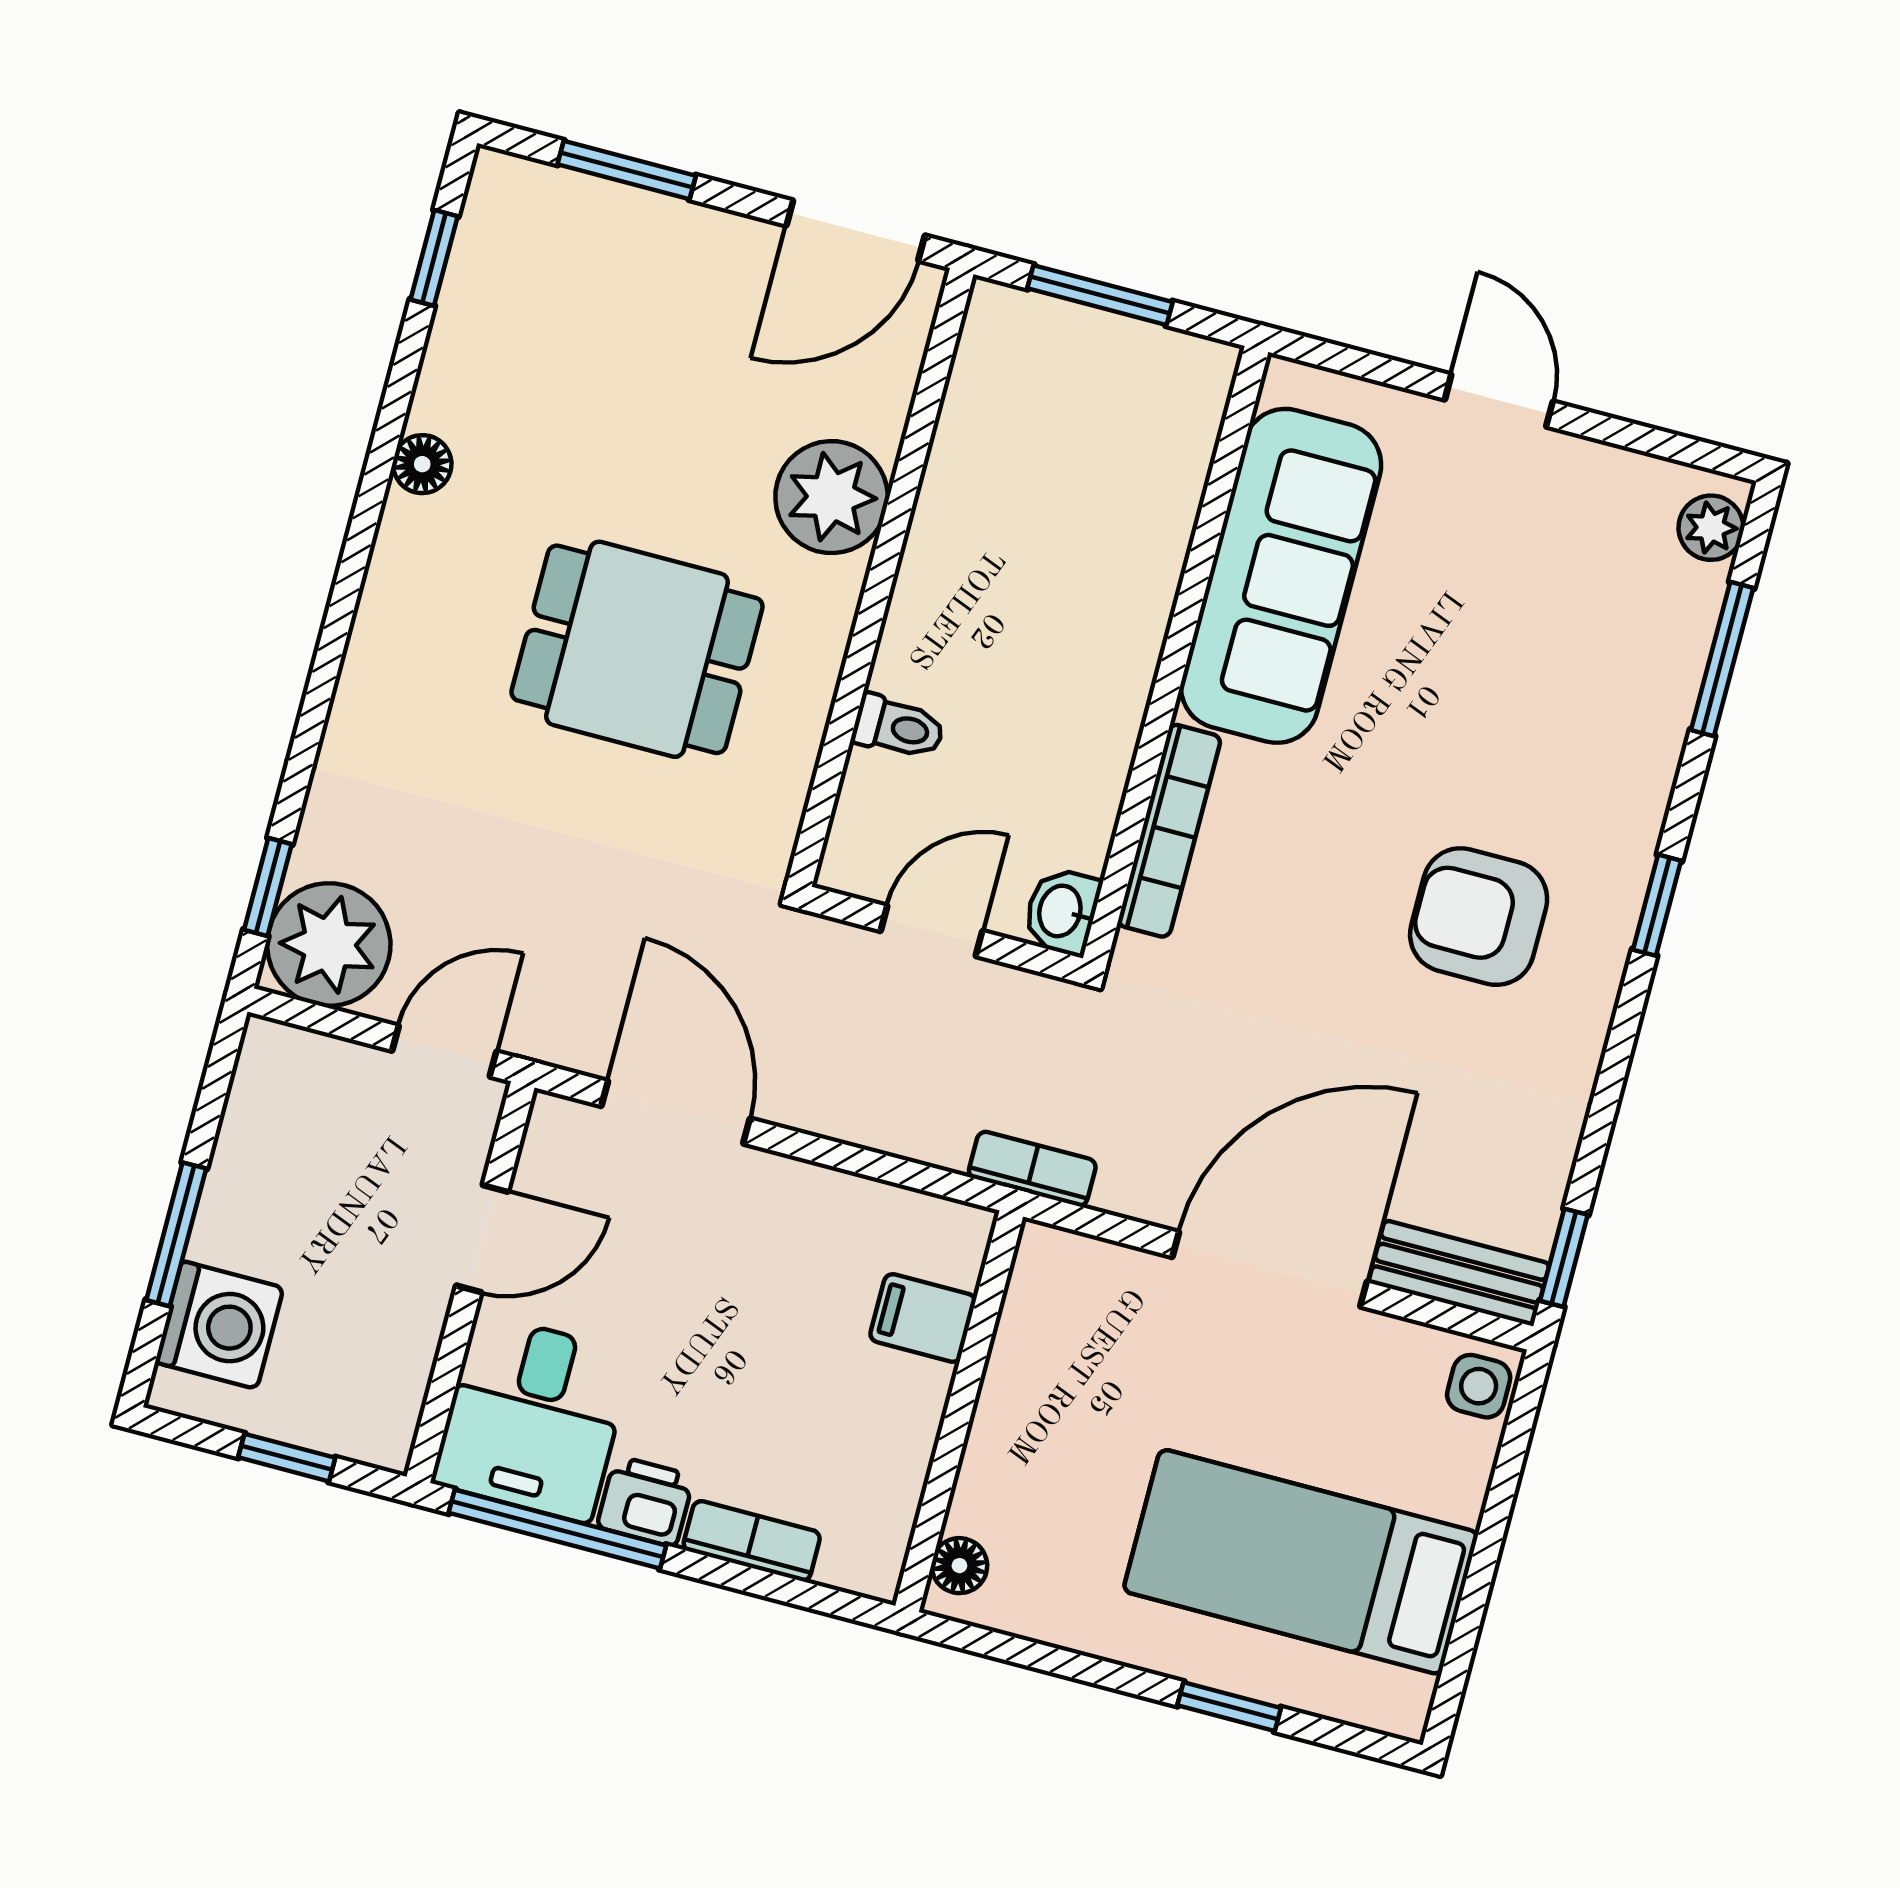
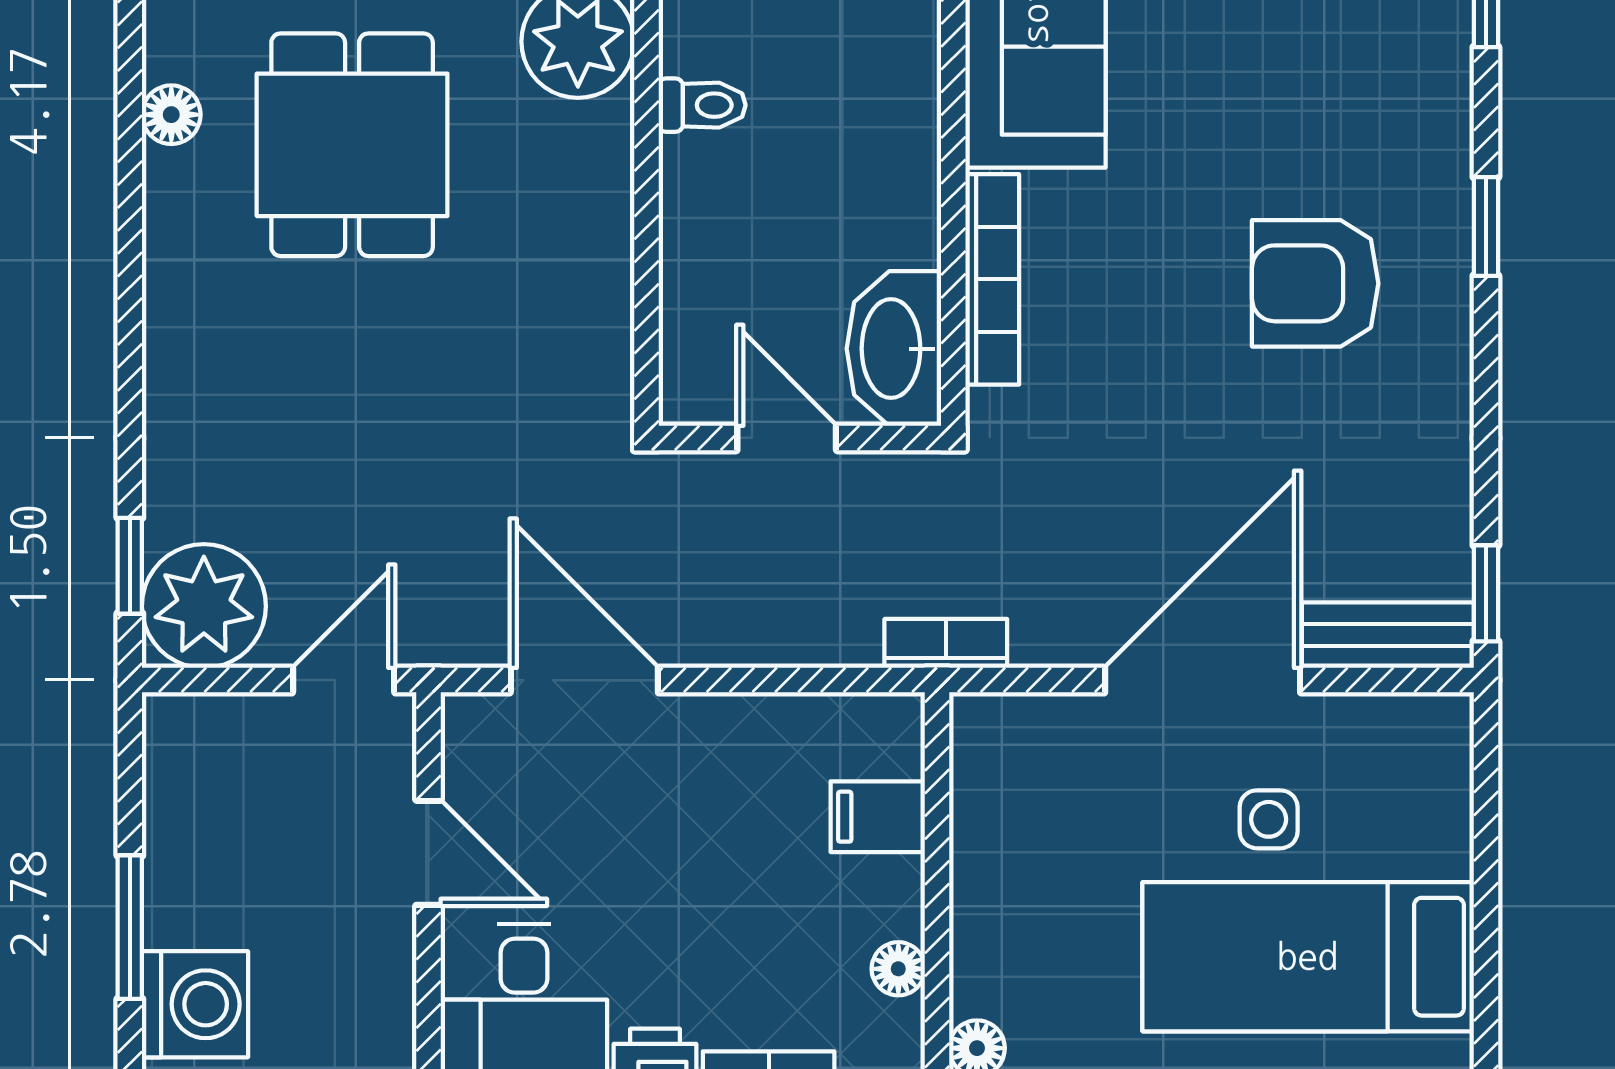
dining table: (637, 649) -> (352, 145), moved, turned 90
toilet: (898, 727) -> (702, 105), moved
washbasin: (1062, 911) -> (894, 349), width x1.91, depth x1.45
door: (931, 931) -> (787, 438), hinge flipped
door: (482, 1239) -> (428, 853), hinge flipped
side table: (1479, 1386) -> (1269, 819), moved
floor lamp: (904, 1469) -> (898, 969), added

